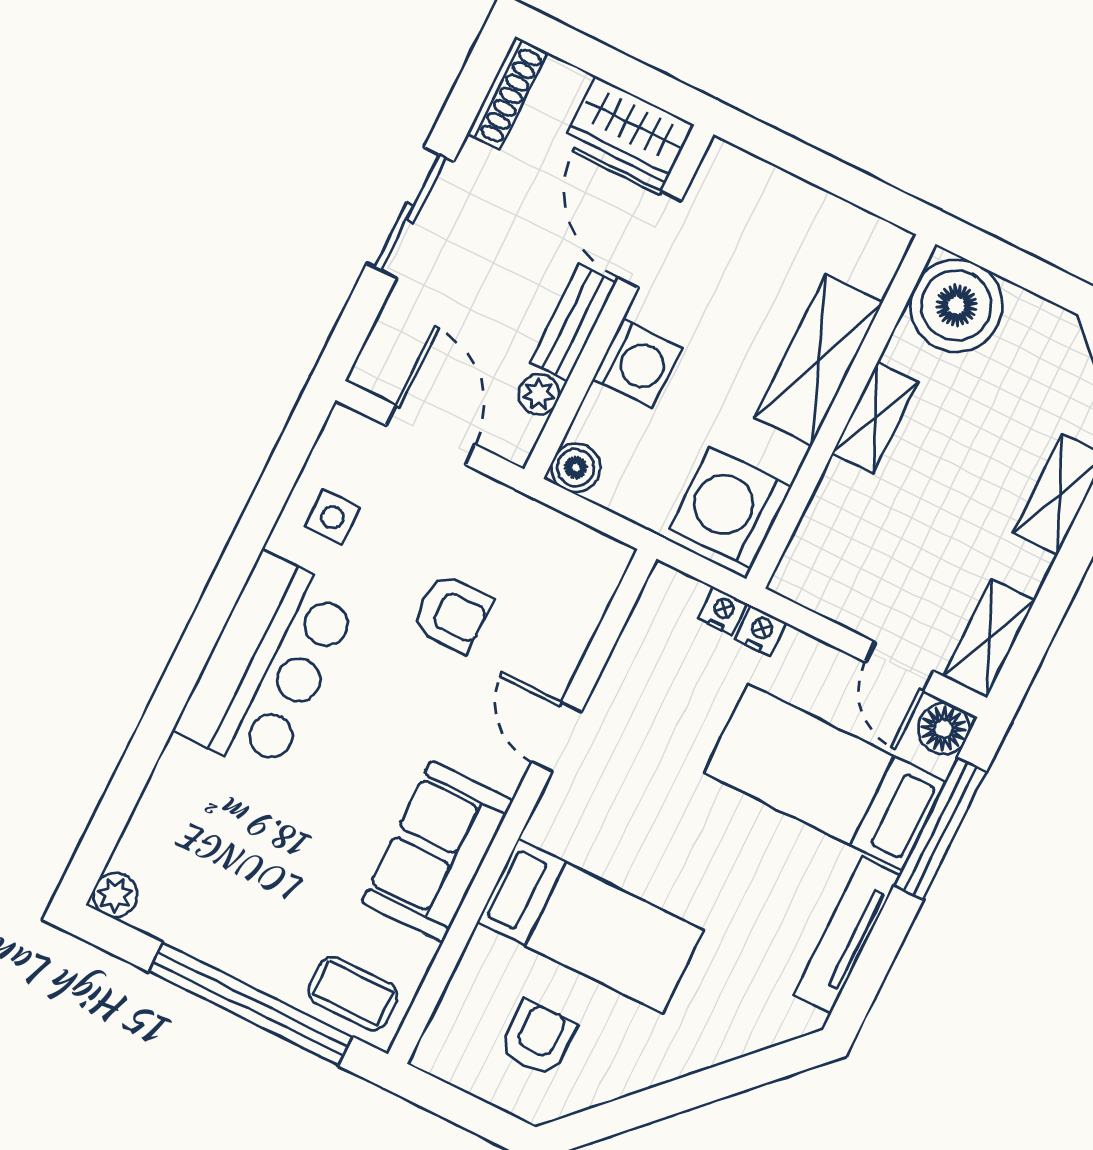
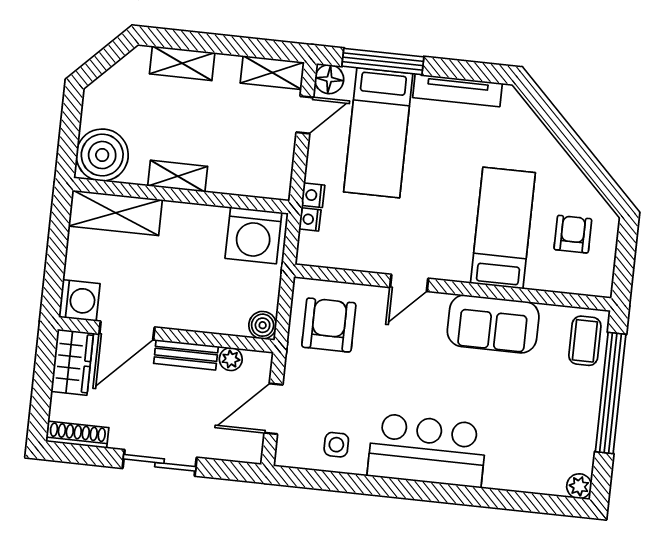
shelving: (819, 360) -> (115, 213), moved
washing machine: (637, 363) -> (79, 301), moved, turned 90
armchair: (452, 613) -> (329, 325), moved, width x1.38, depth x1.38
armchair: (537, 1039) -> (573, 234), turned 90

